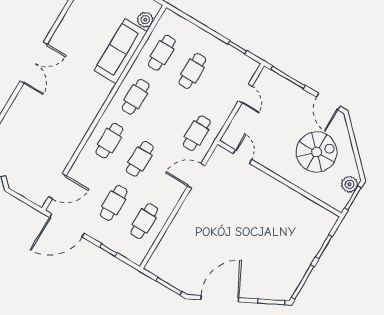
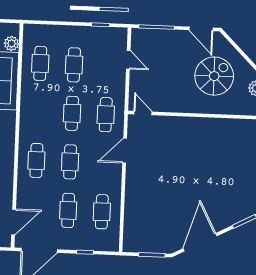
cafe table: (136, 97) -> (72, 113), moved
door: (242, 157) -> (143, 113), moved

